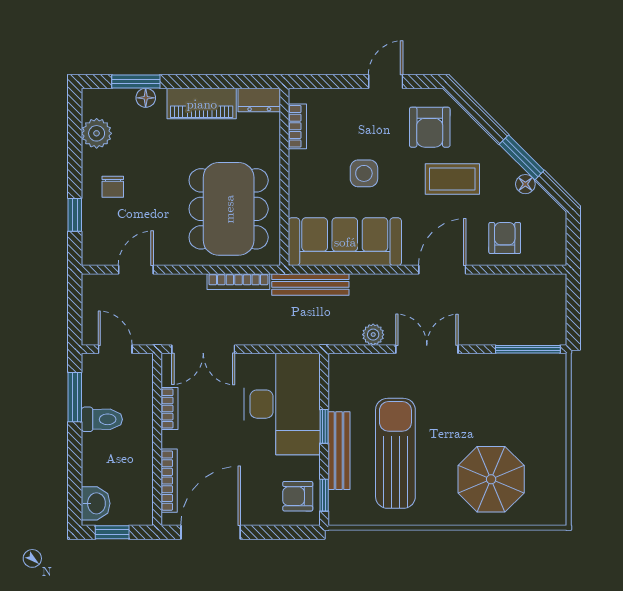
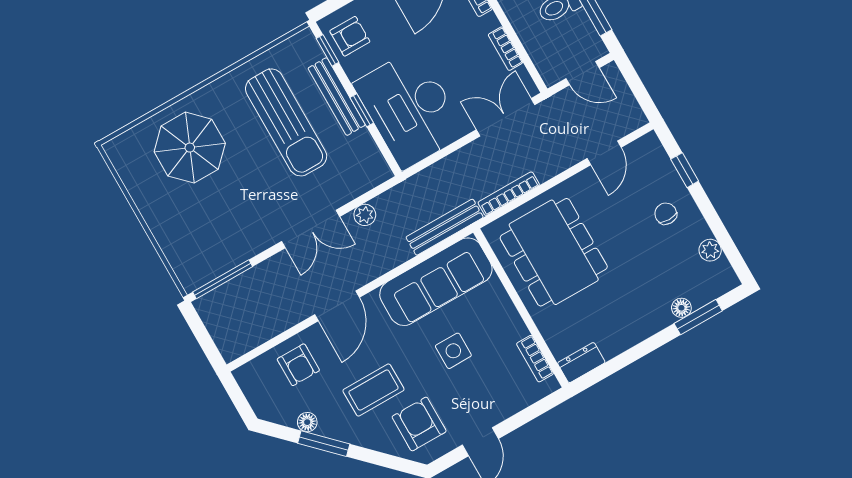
piano: (202, 104) -> (630, 331), removed
plant: (97, 133) -> (710, 250), width x0.73, depth x0.73

